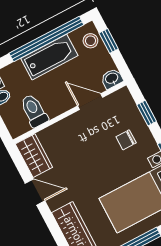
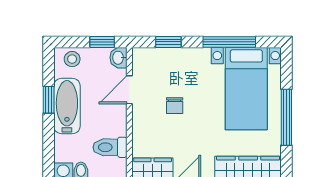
window: (46, 39) -> (49, 100), width x0.32
window: (109, 41) -> (102, 42), moved
chair: (126, 140) -> (175, 106), moved

